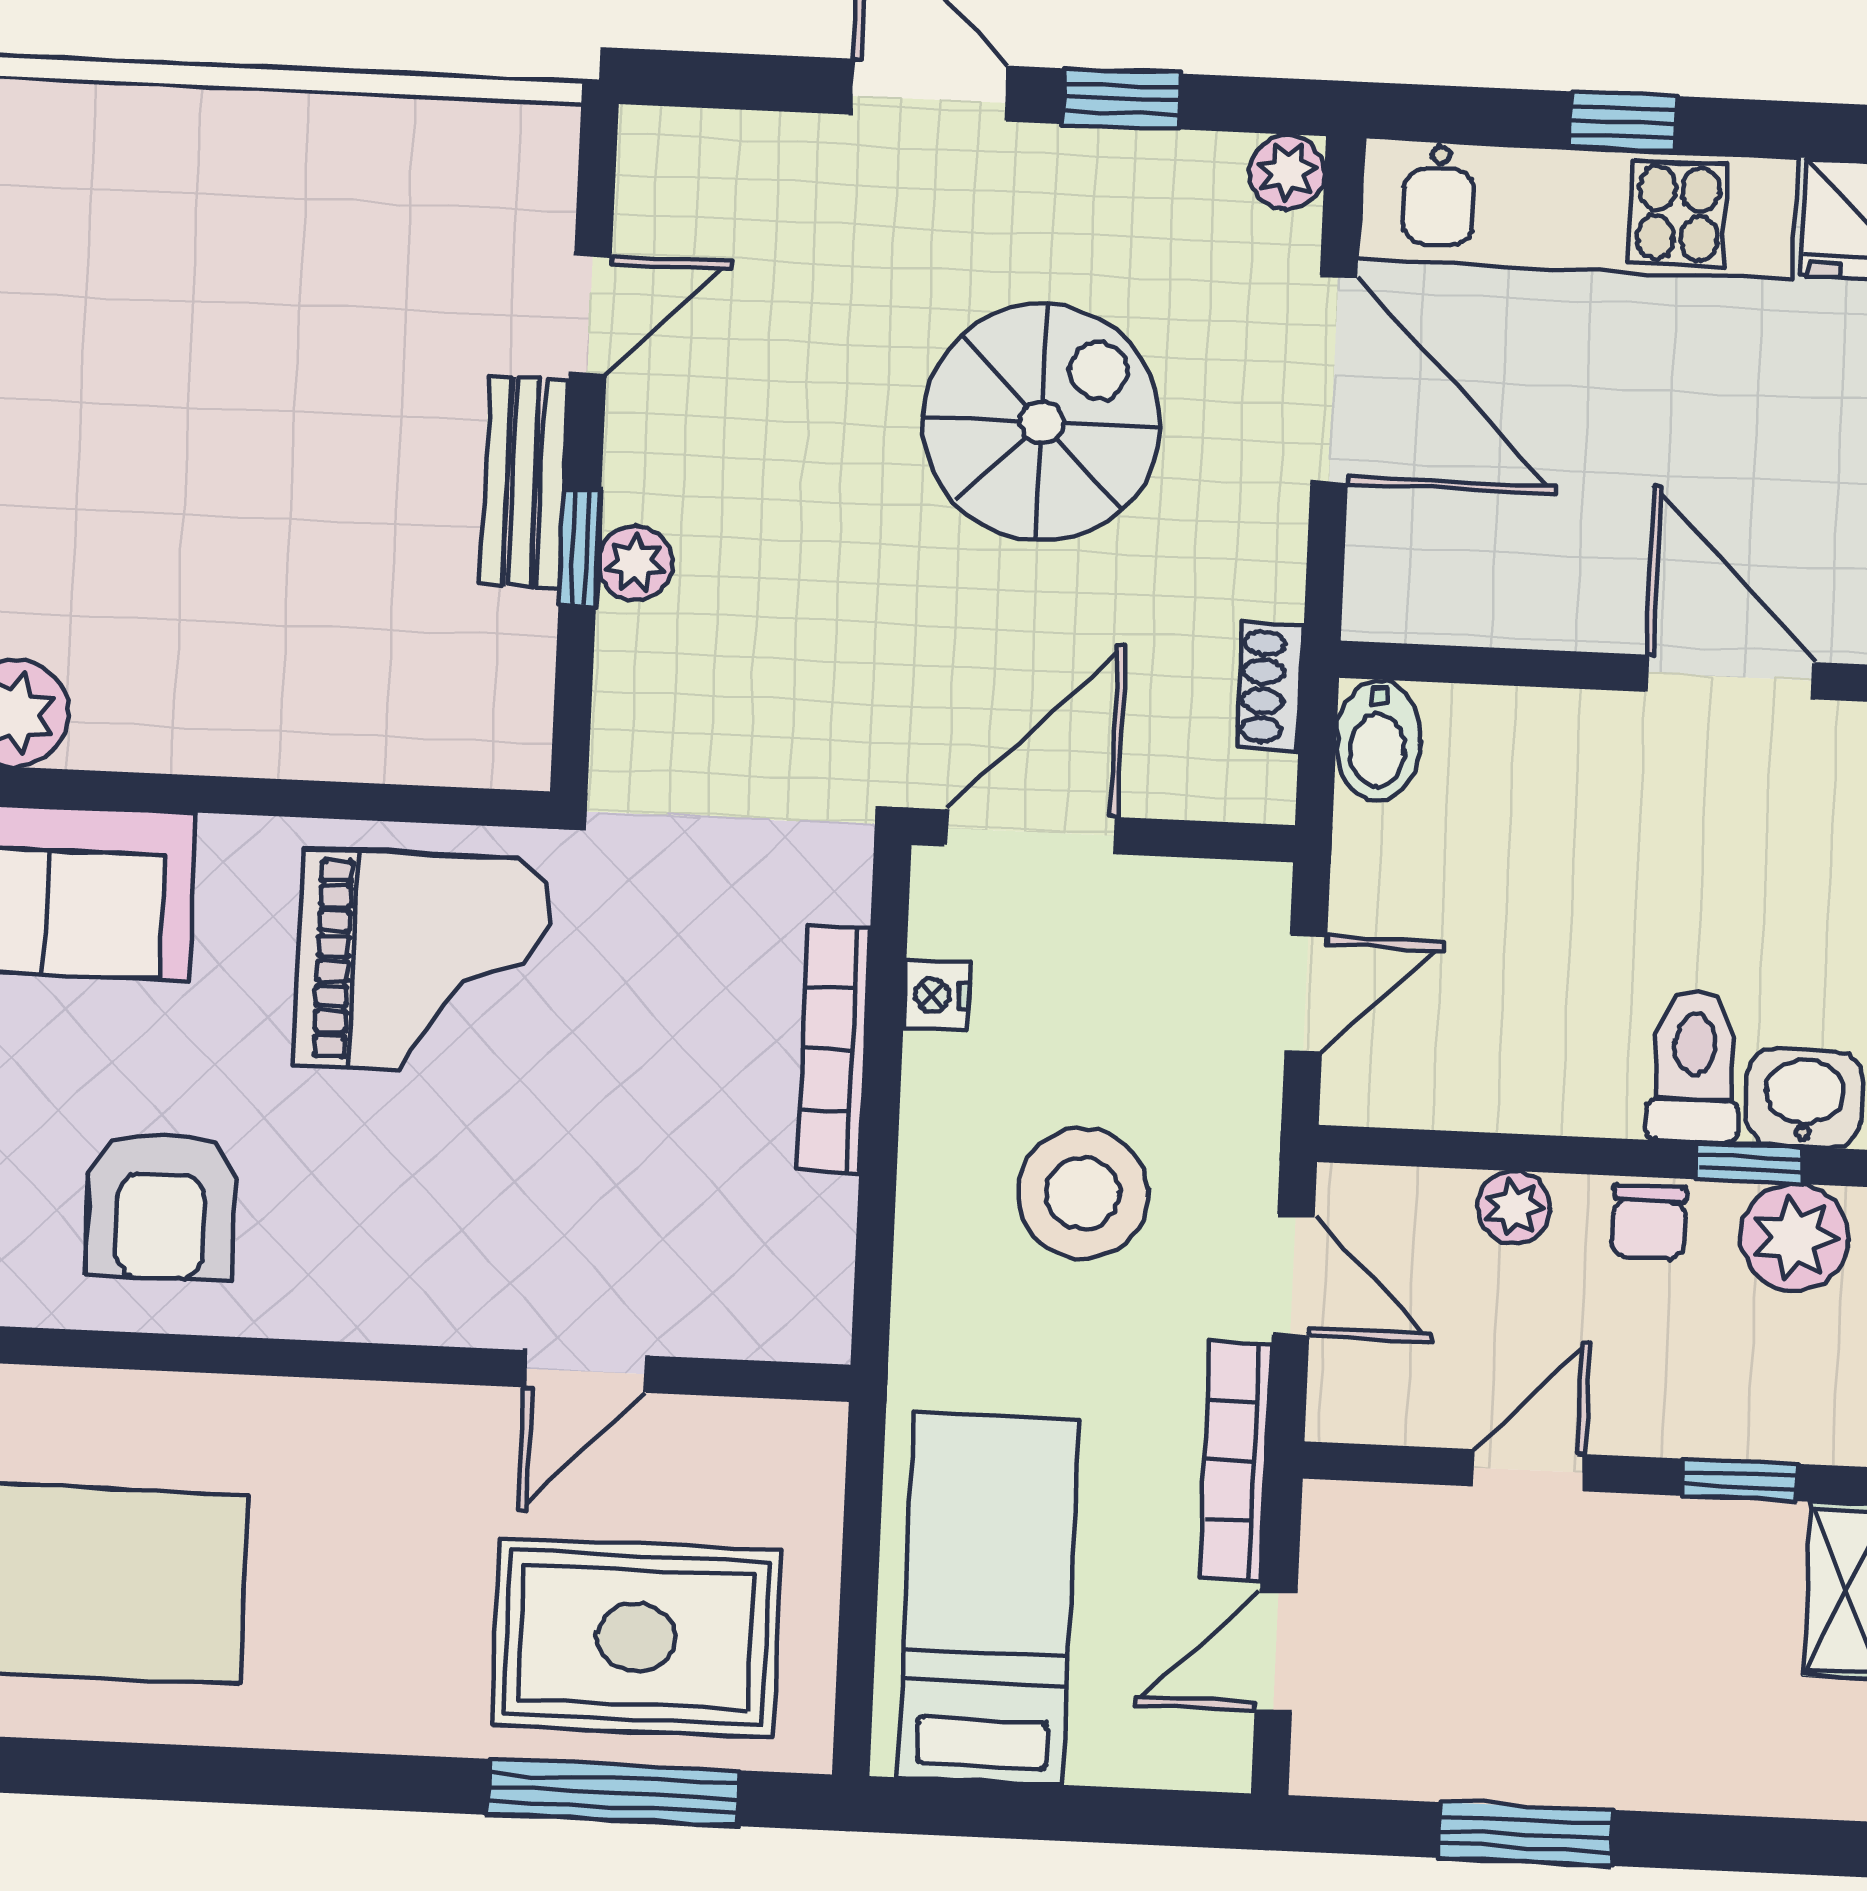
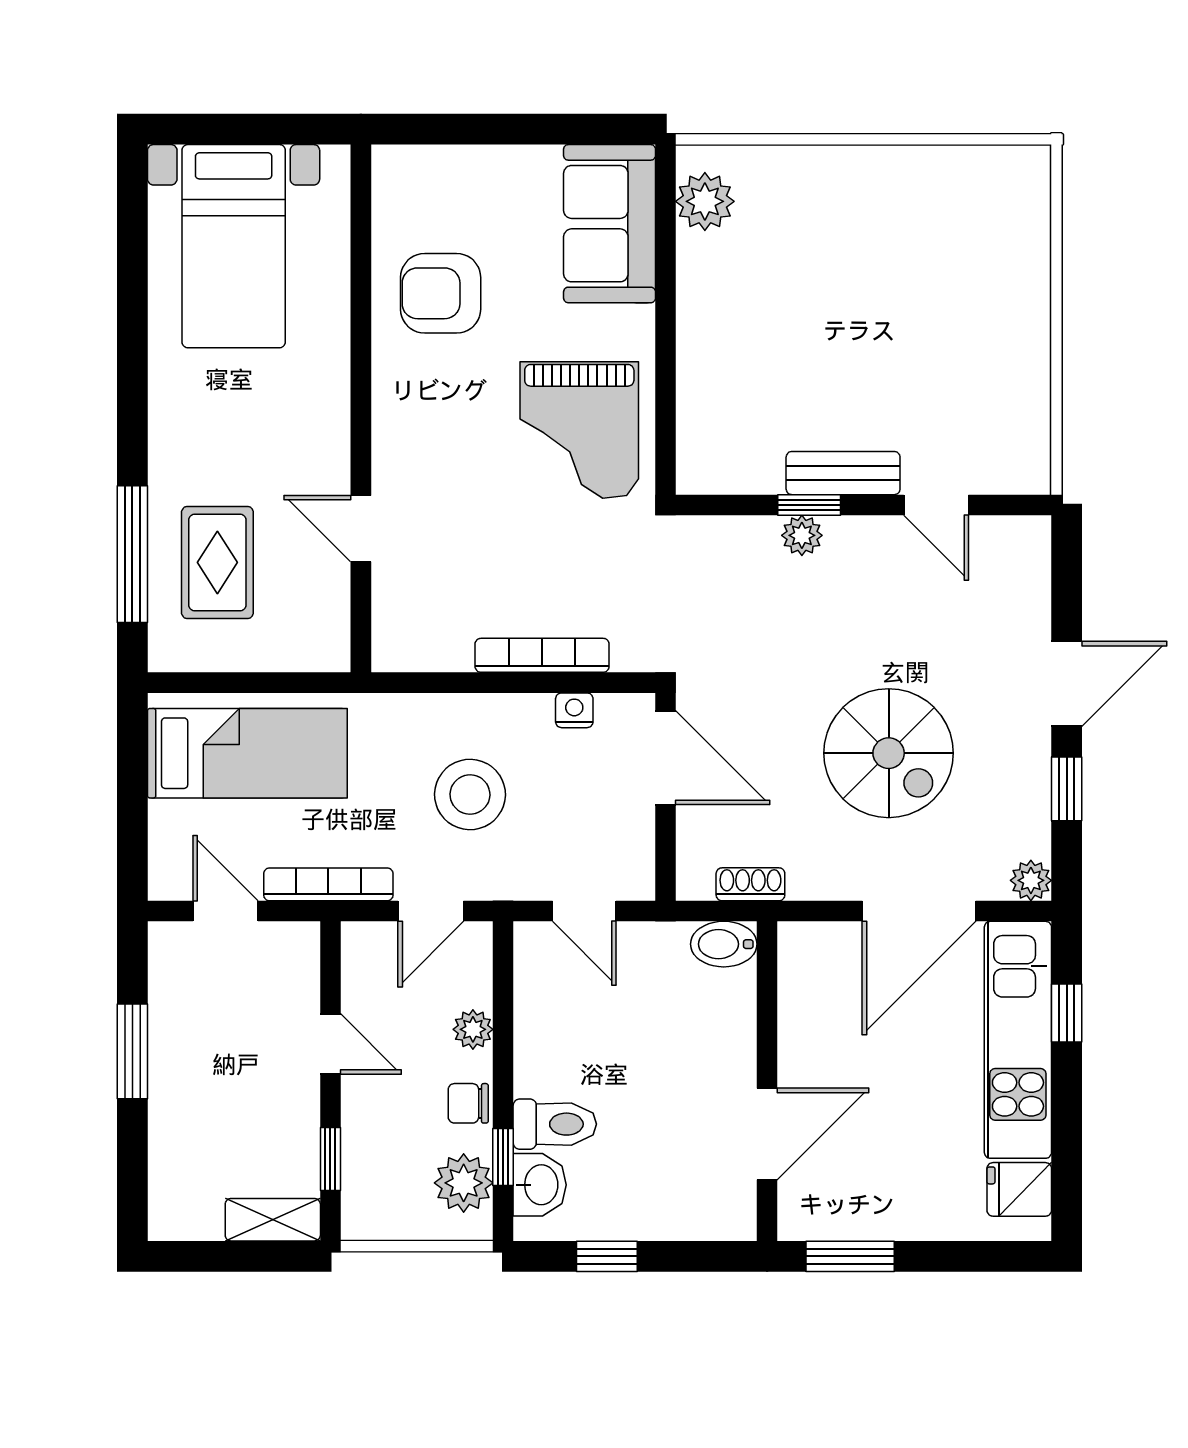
window: (1623, 122) -> (1067, 1013), moved
rug: (636, 1637) -> (217, 562), width x0.73, depth x0.70

